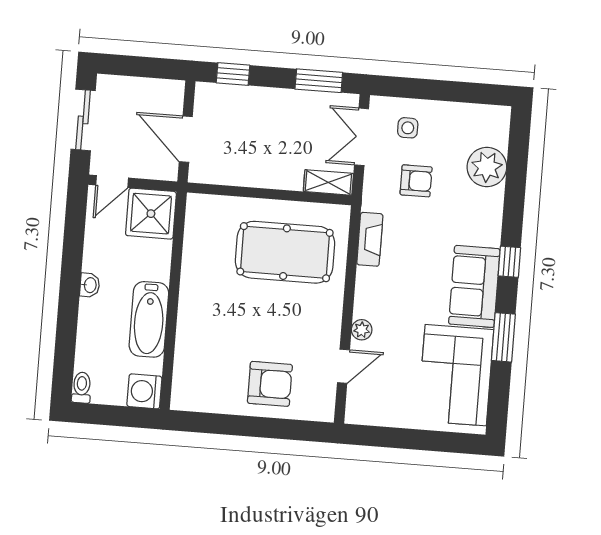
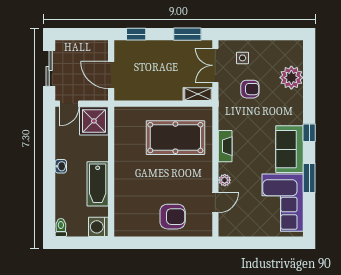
fireplace: (370, 239) -> (225, 146), moved

